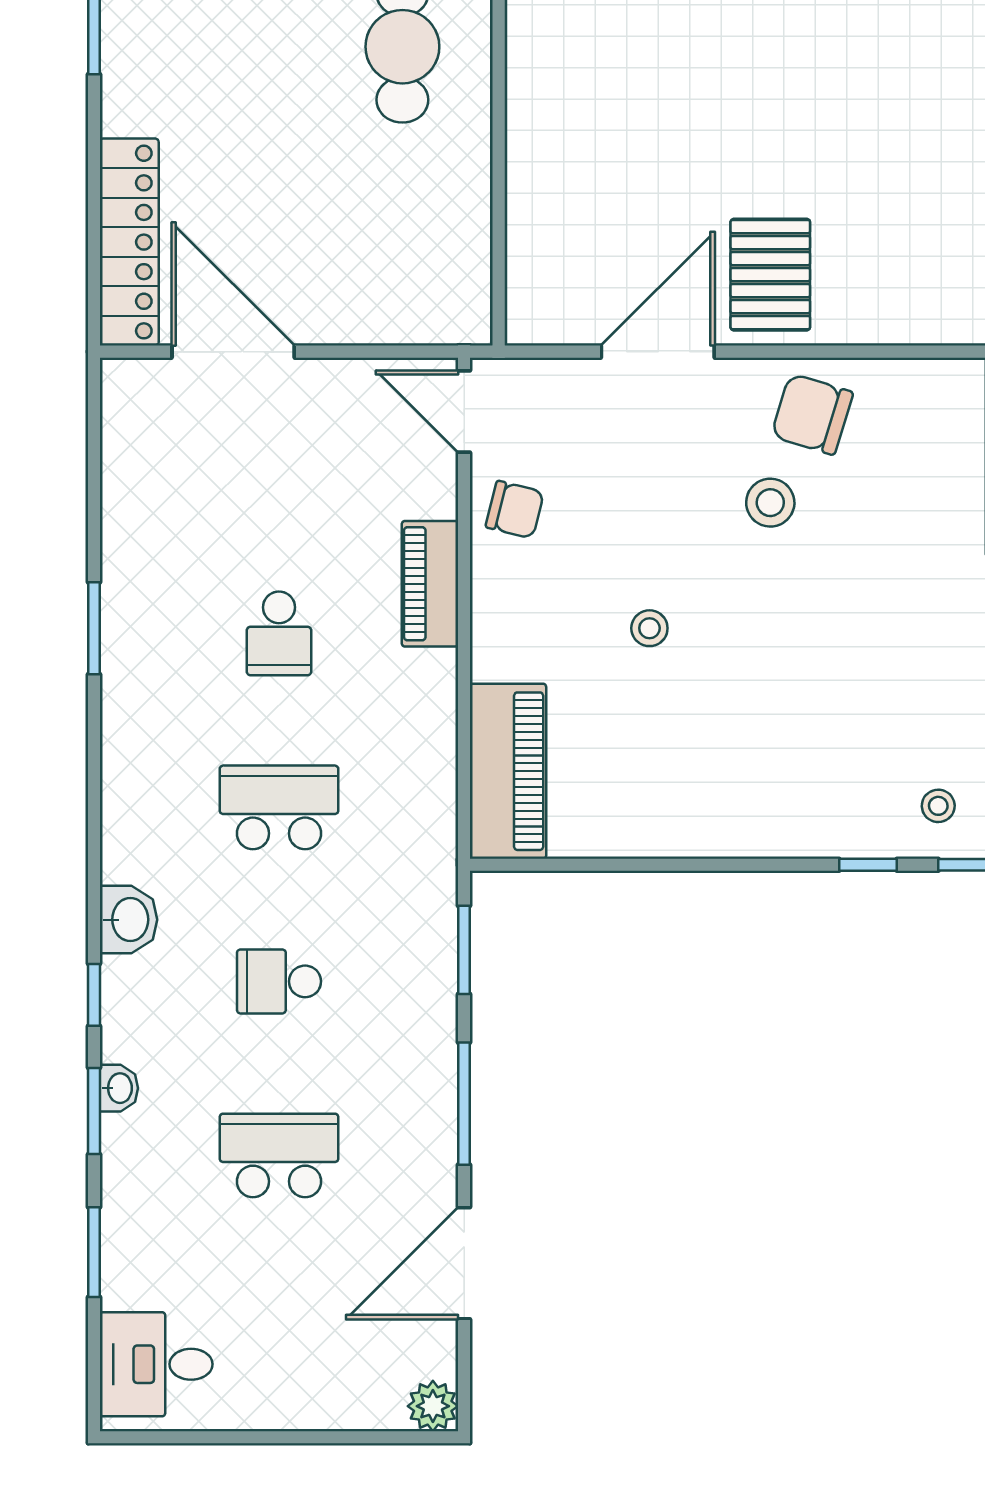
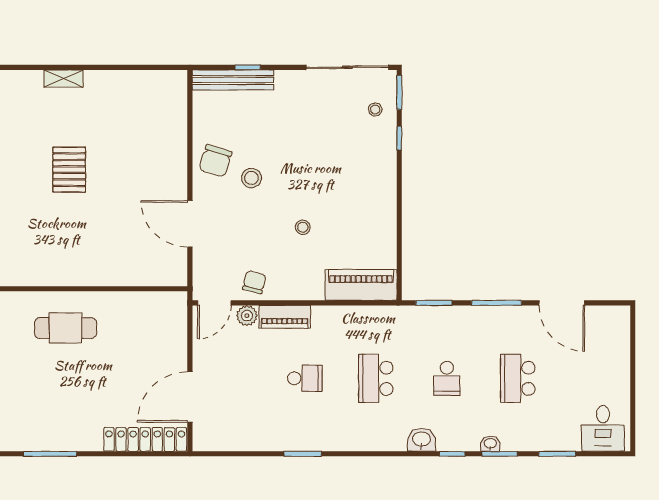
pallet: (770, 275) -> (69, 170), moved, turned 90
plant: (433, 1406) -> (247, 316), moved

